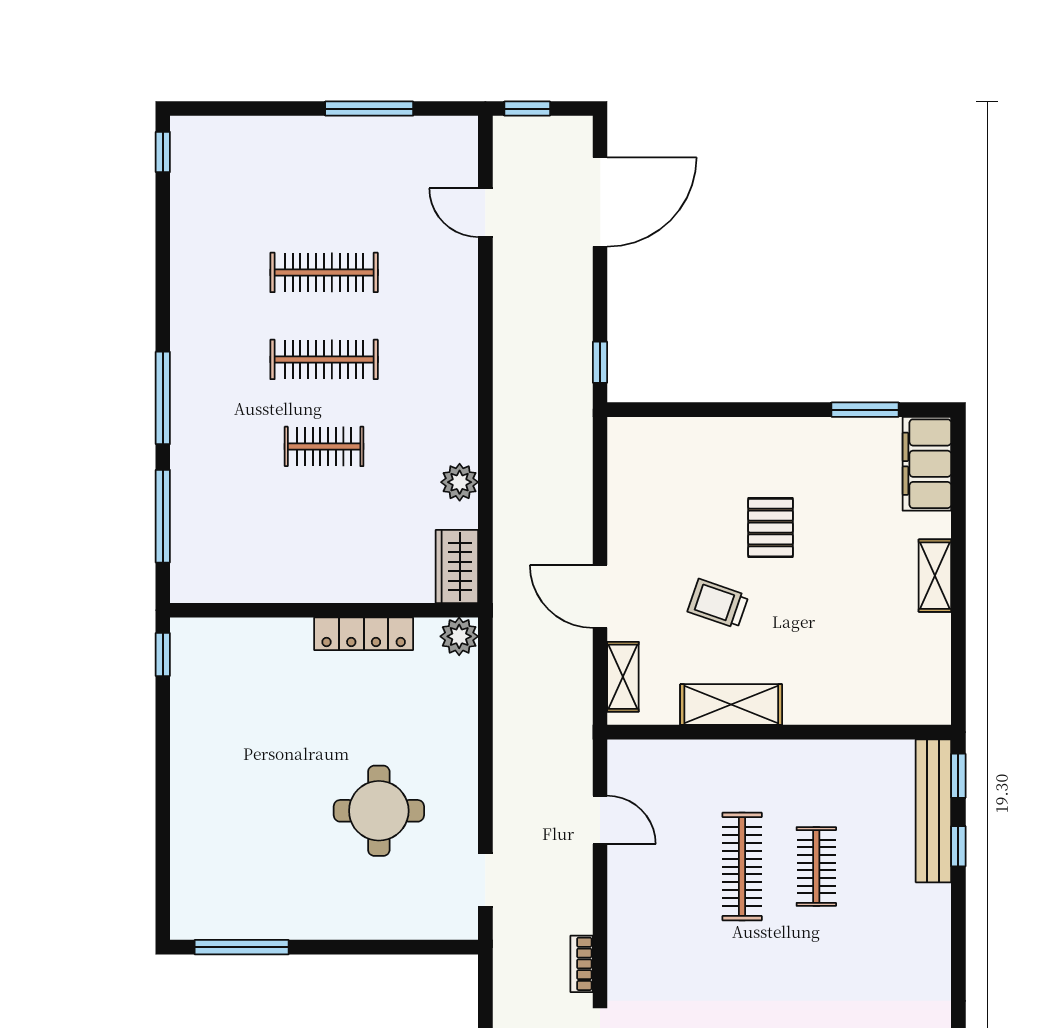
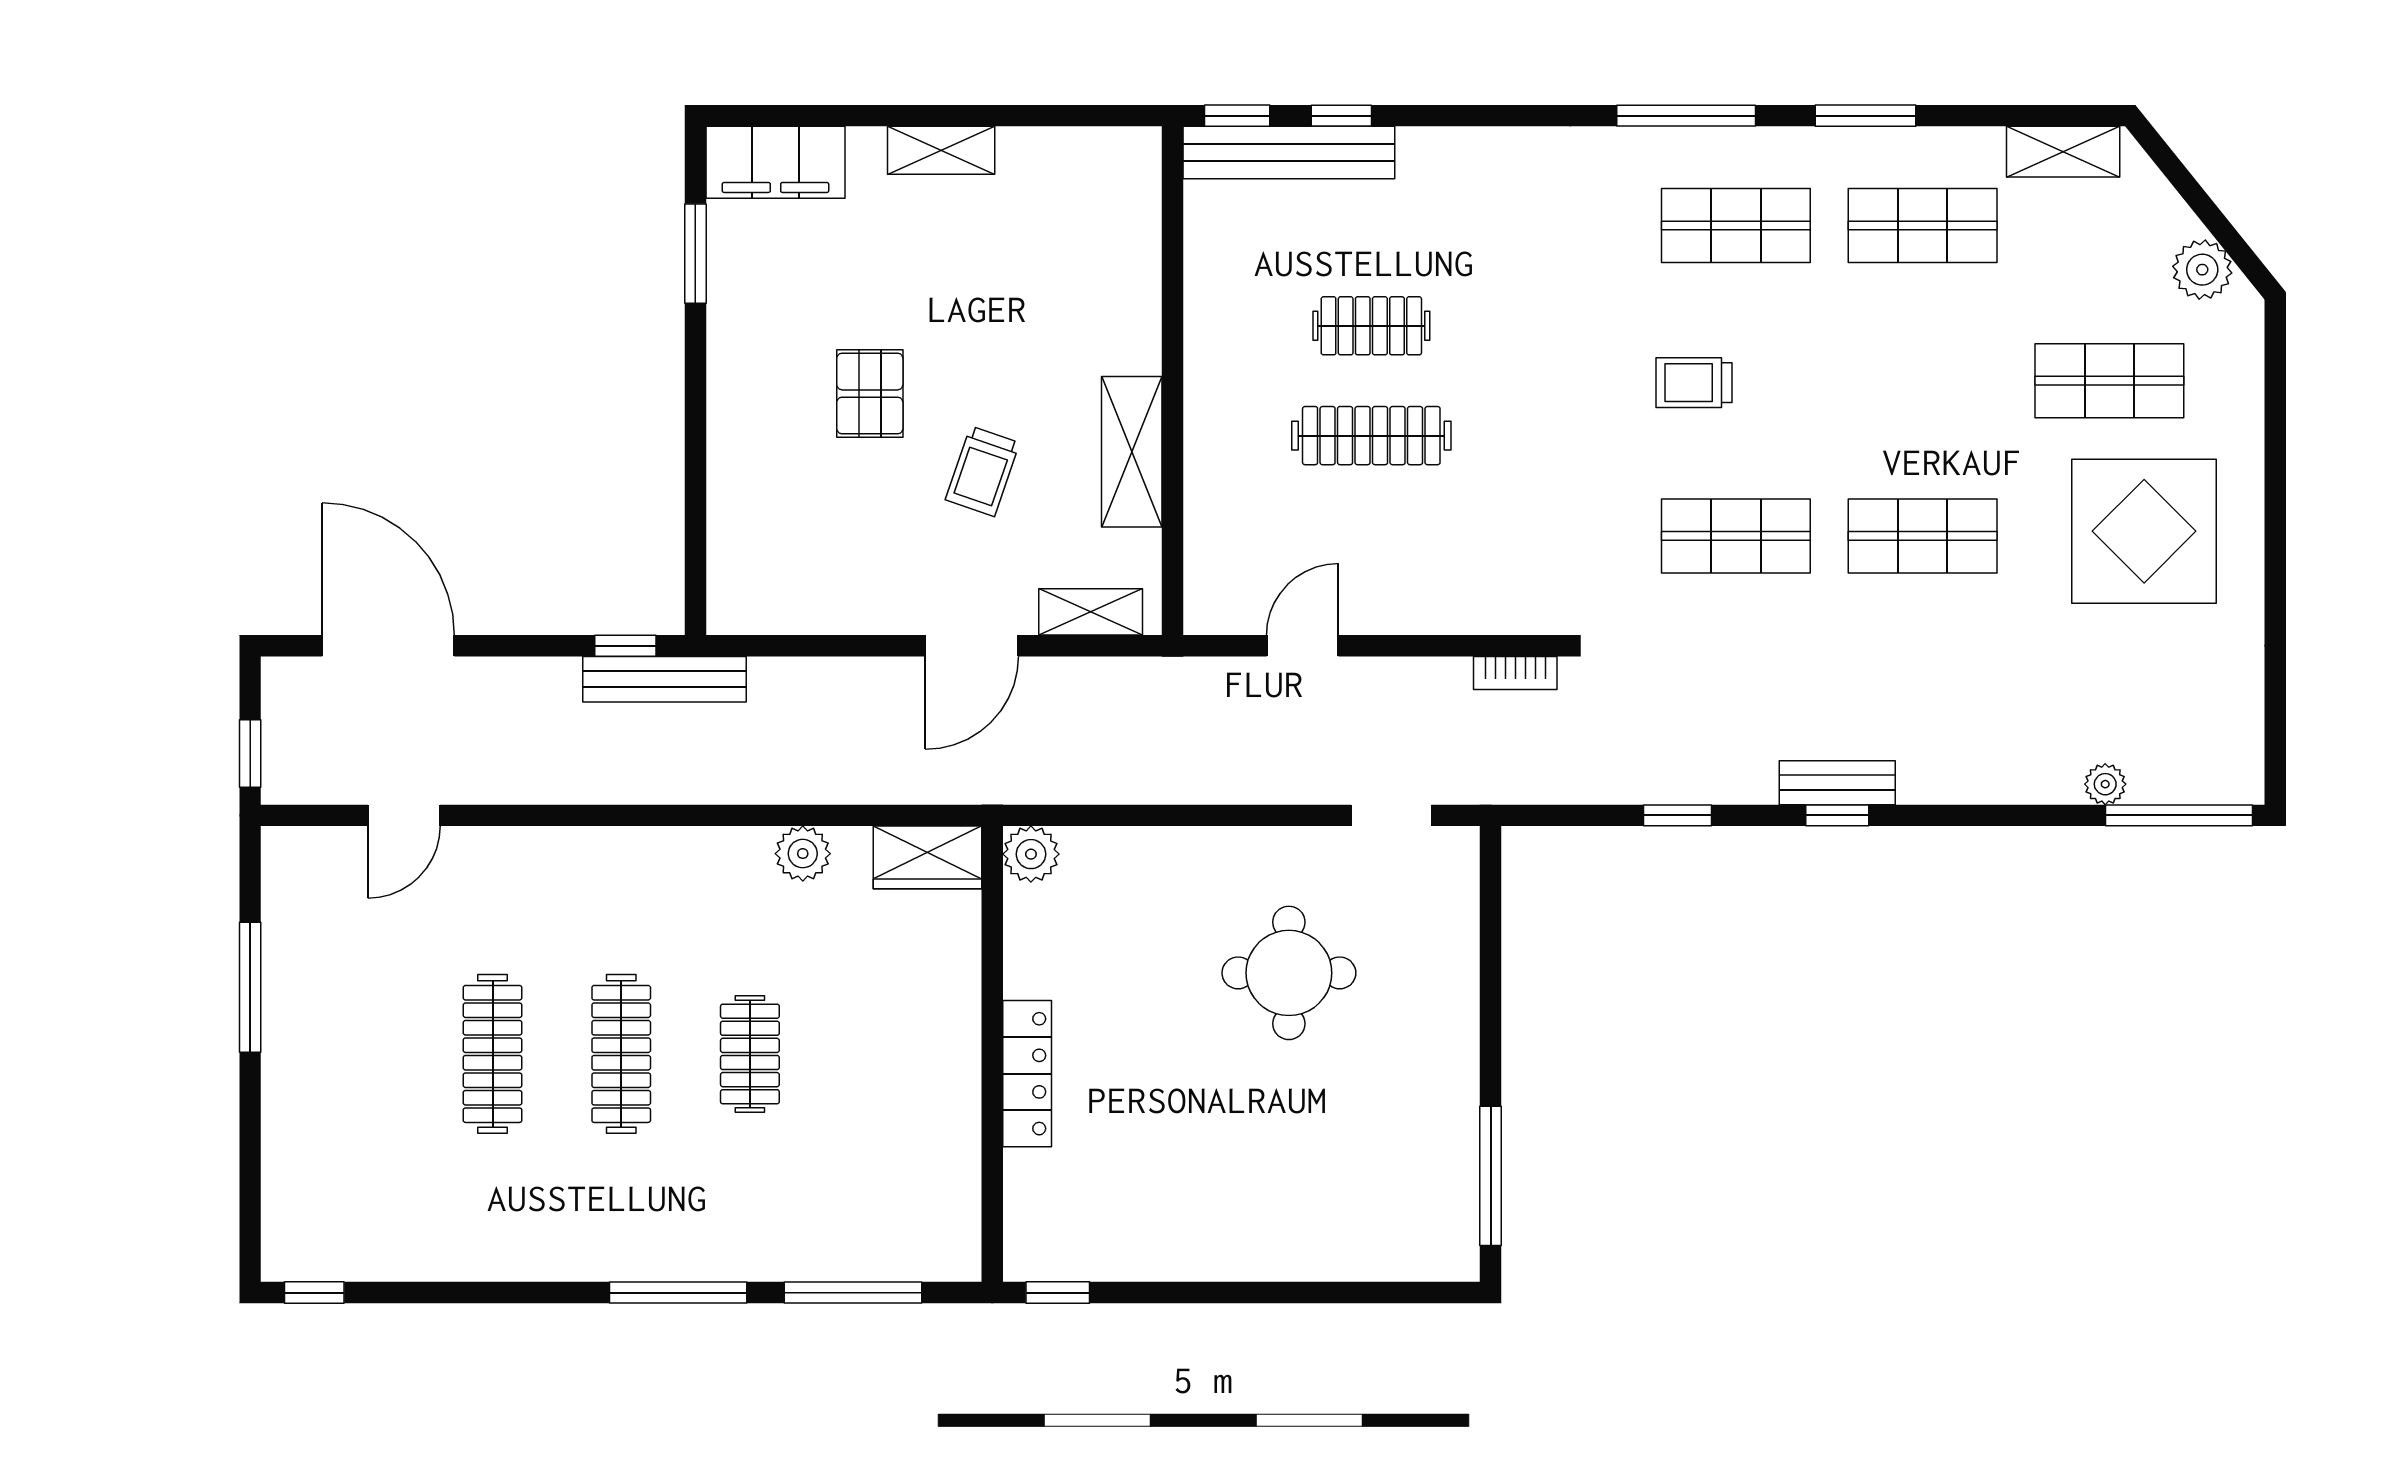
bench: (577, 389) -> (665, 679), added
pallet: (771, 528) -> (870, 394), turned 90
locker: (364, 634) -> (1027, 1074), moved

